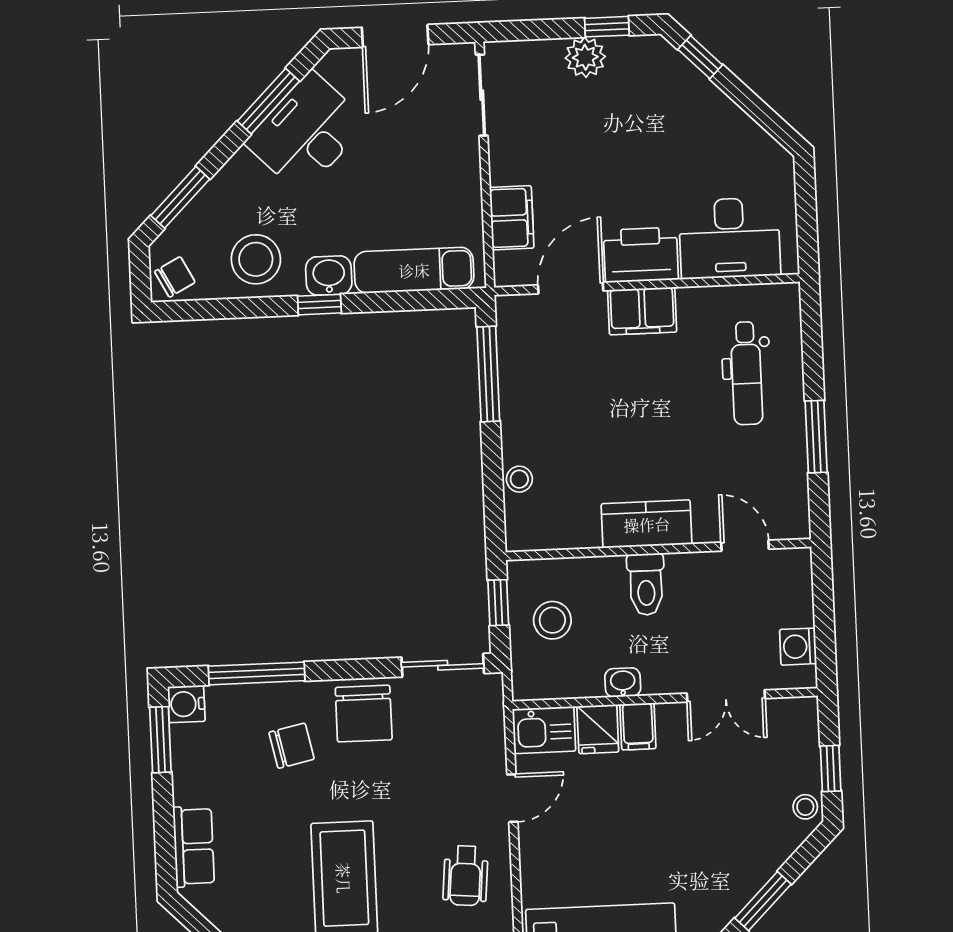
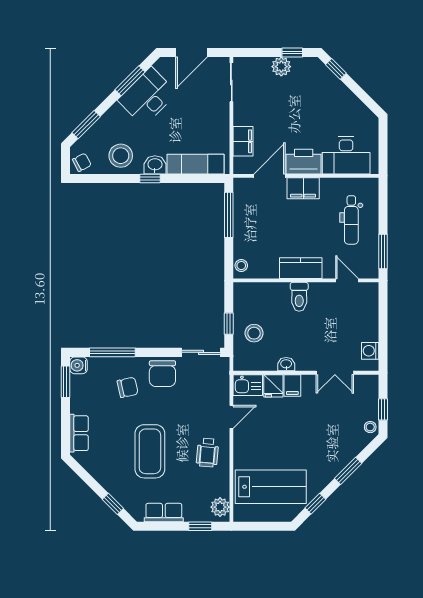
kitchen counter: (647, 524) -> (301, 268), moved
door: (745, 546) -> (347, 280), moved
wall: (658, 549) -> (306, 280), moved
toilet: (646, 584) -> (299, 297), moved

